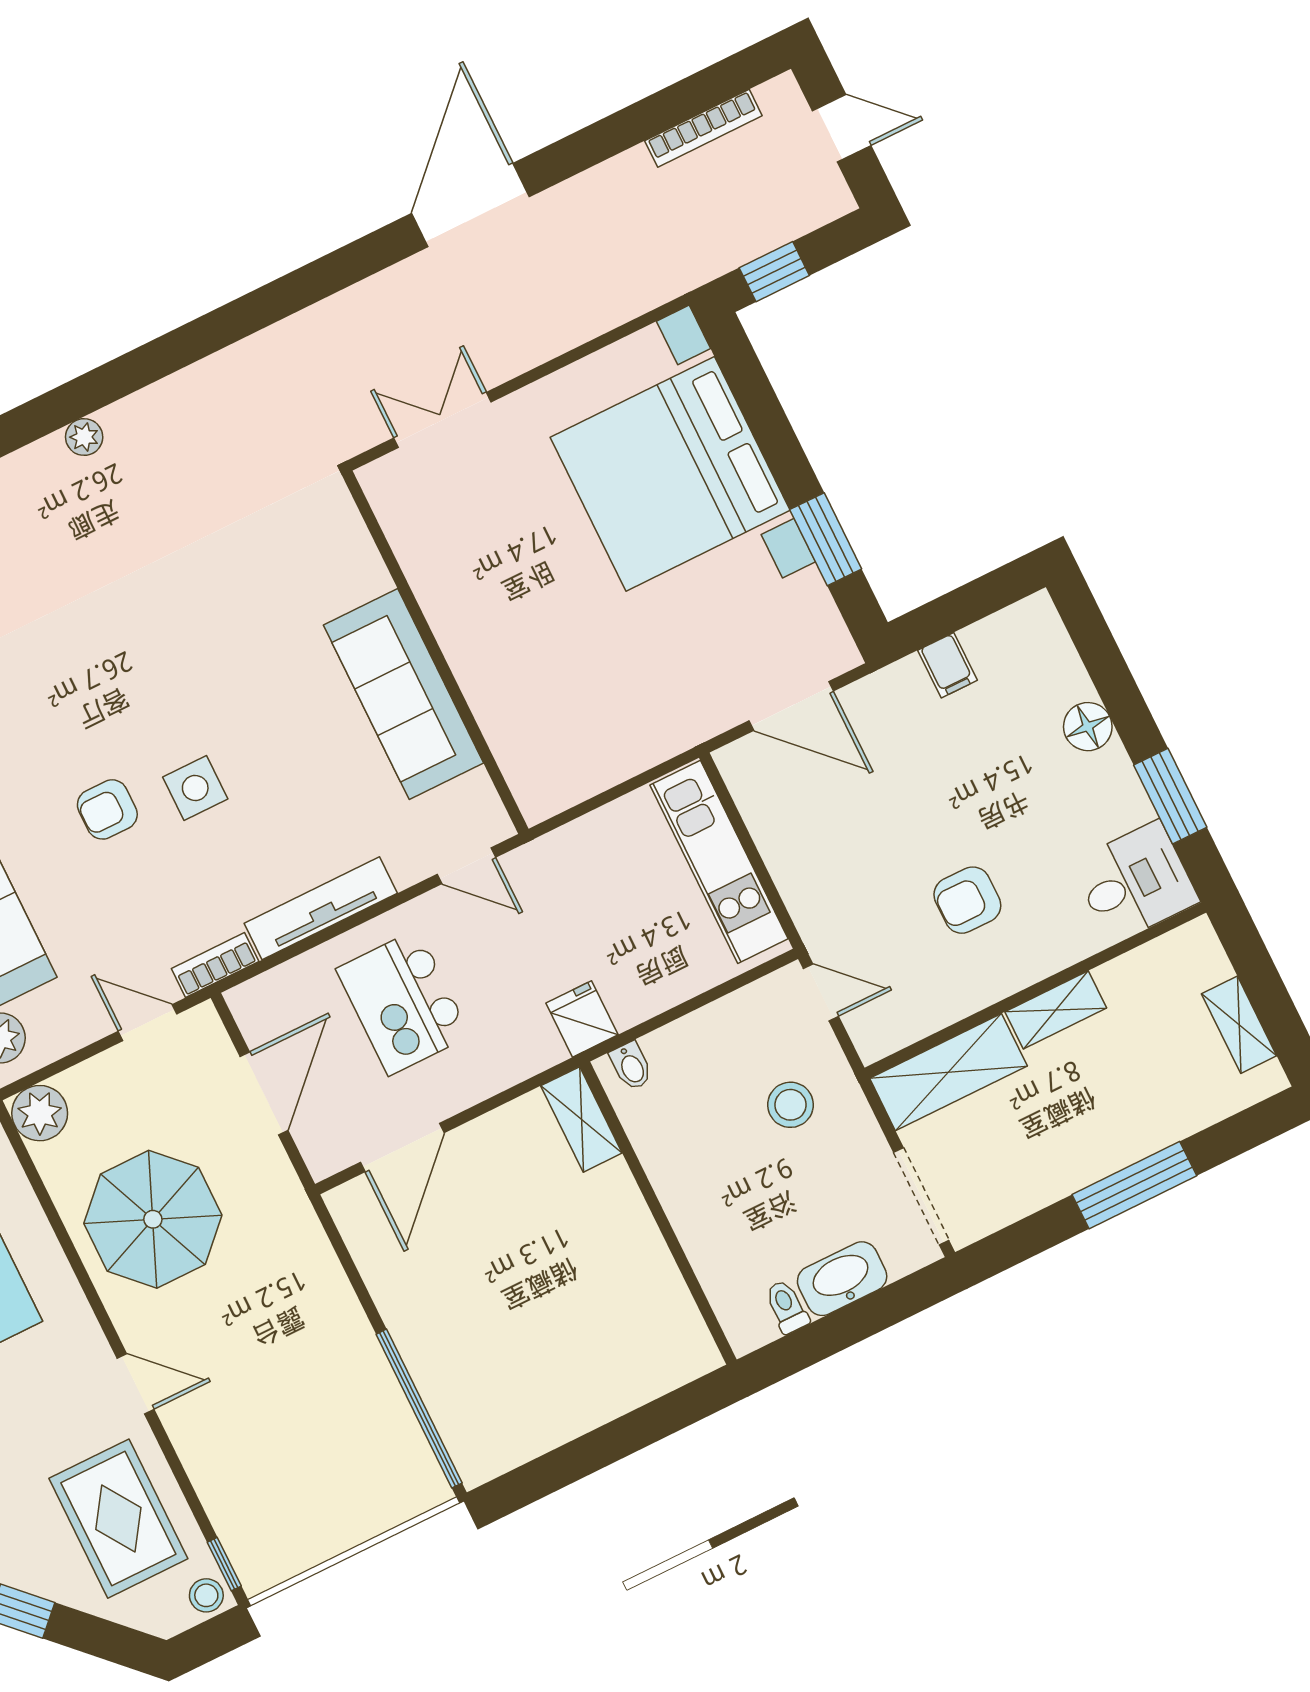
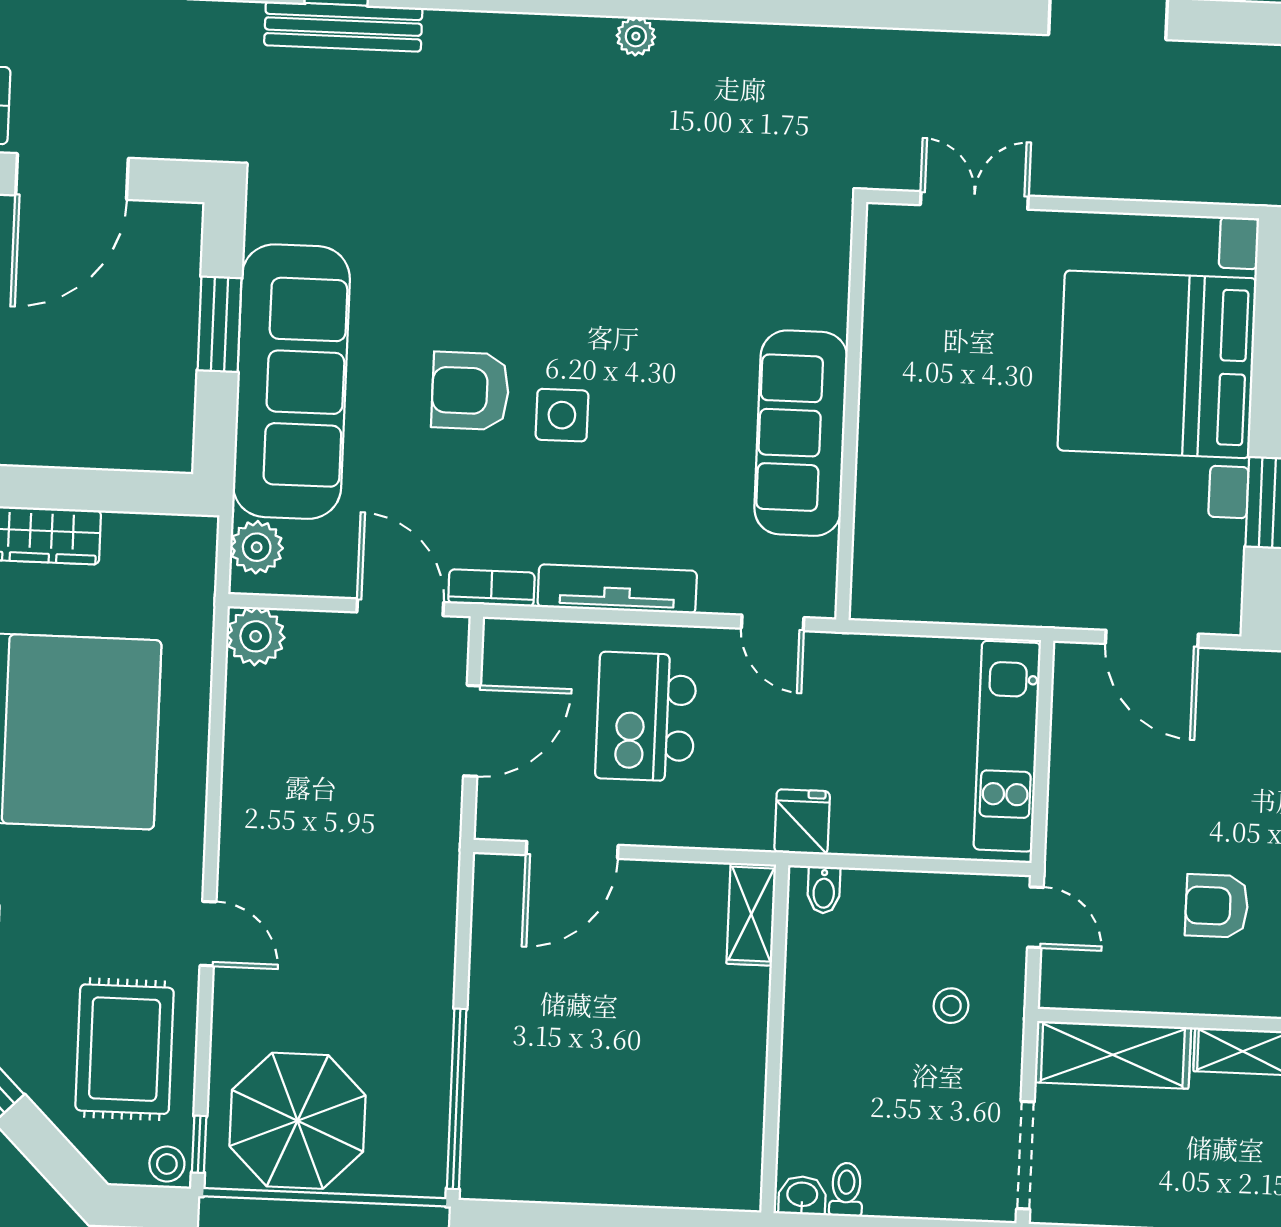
armchair: (107, 809) -> (470, 391), width x1.38, depth x1.38
door: (147, 1023) -> (400, 607), width x1.38
stool: (790, 1105) -> (951, 1006), width x0.73, depth x0.73
parasol: (153, 1219) -> (298, 1121), moved
washbasin: (842, 1279) -> (802, 1195), moved, width x0.52, depth x0.69

